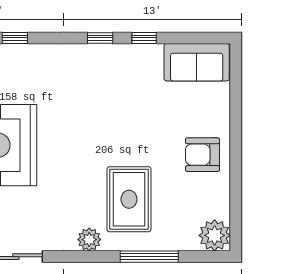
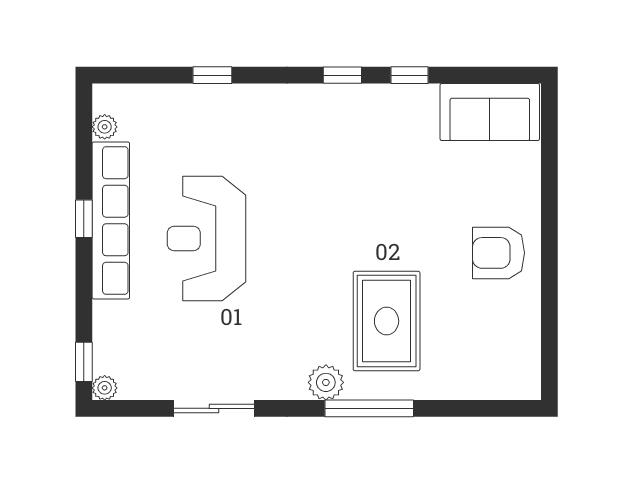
plant: (215, 235) -> (517, 376), removed
window: (149, 257) -> (369, 408), moved

